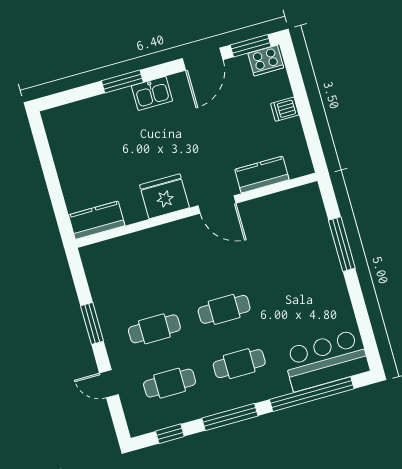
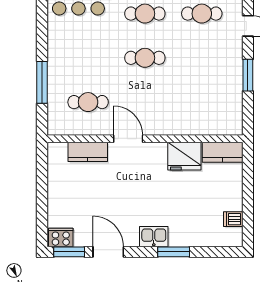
door: (203, 59) -> (108, 252), hinge flipped
dishwasher: (285, 109) -> (233, 219), moved, turned 180
fridge: (164, 196) -> (184, 156), moved
cafe table: (154, 329) -> (88, 102), moved

